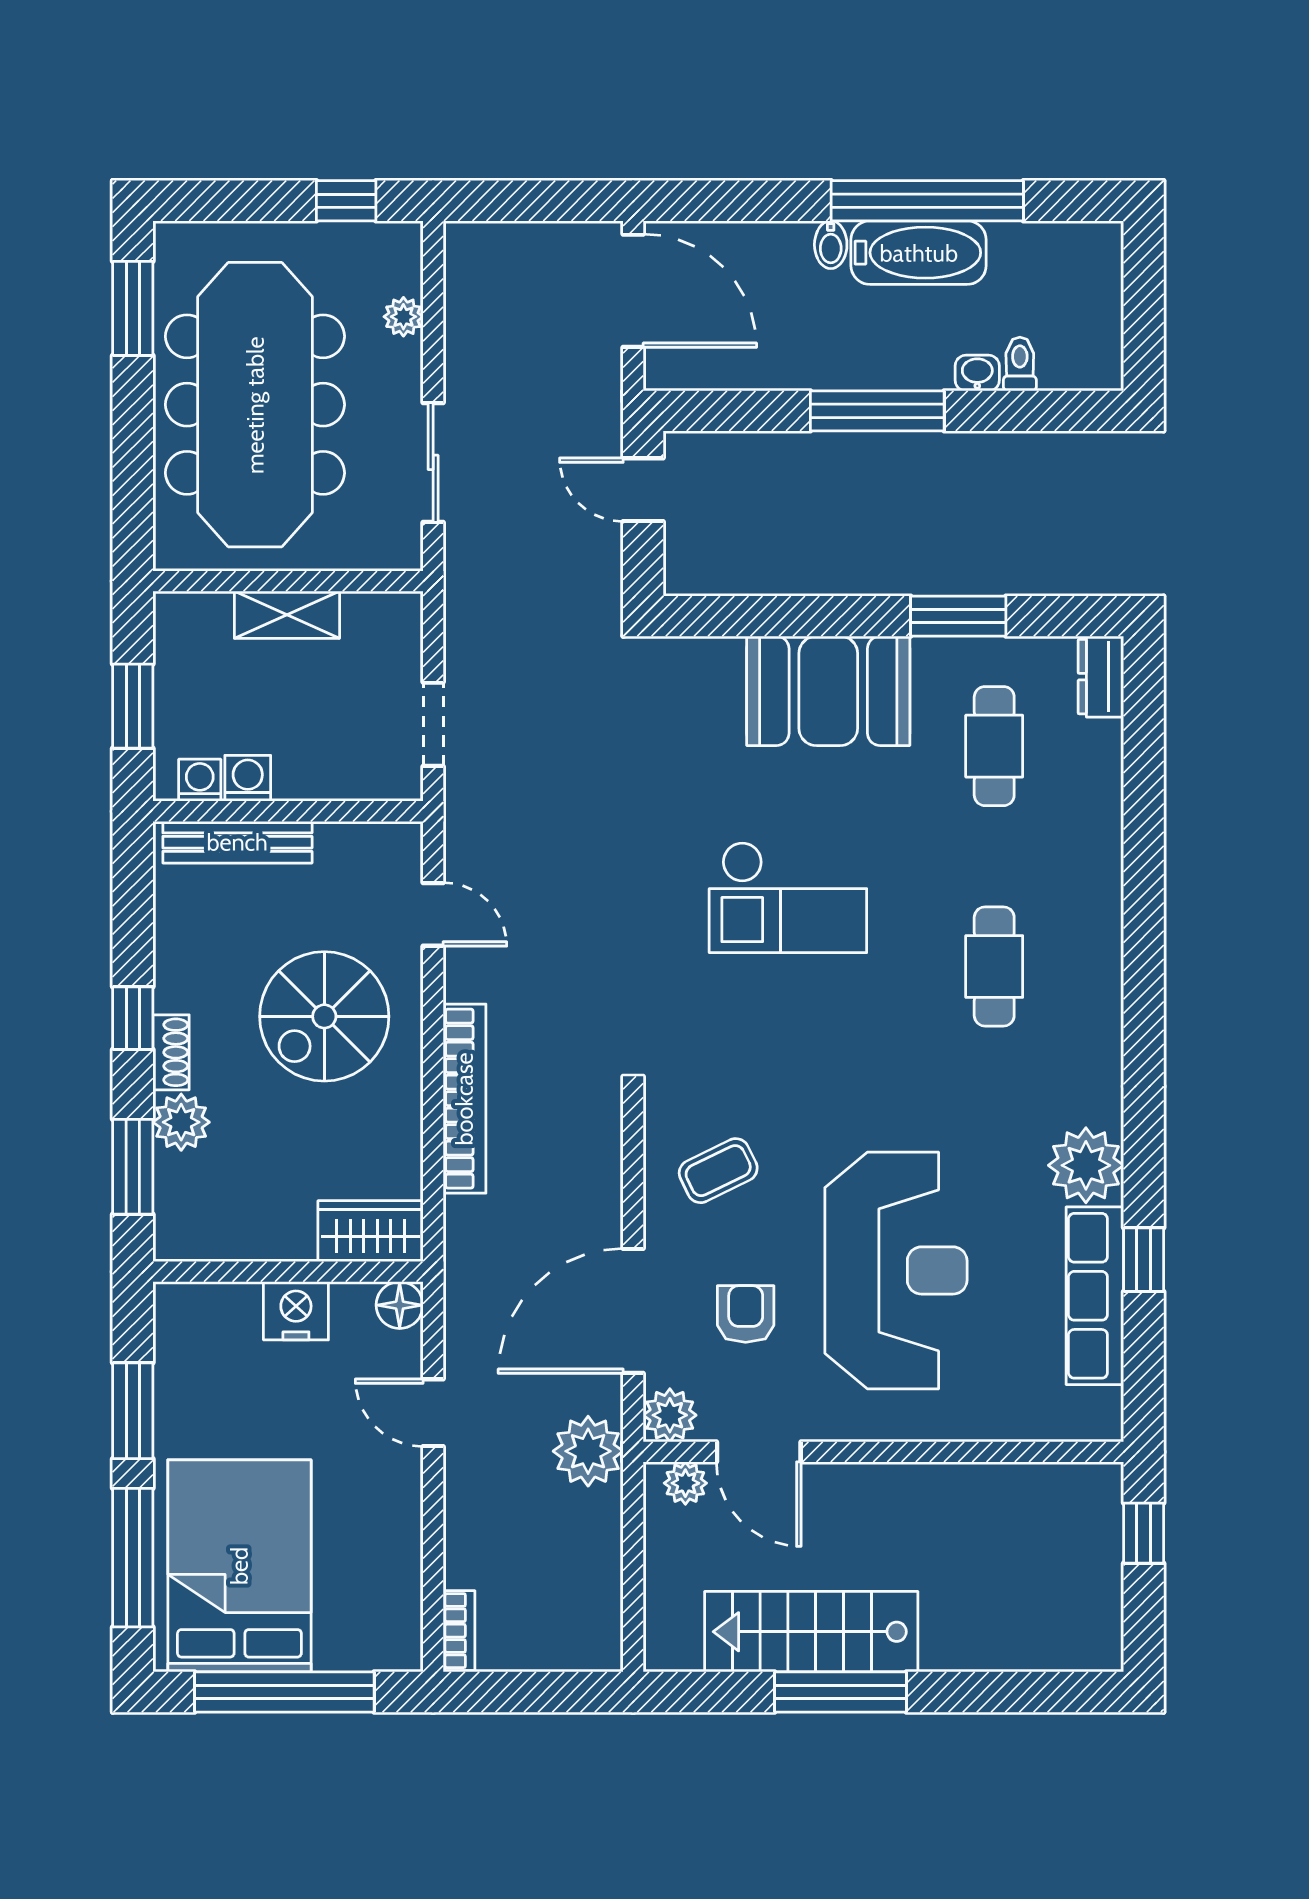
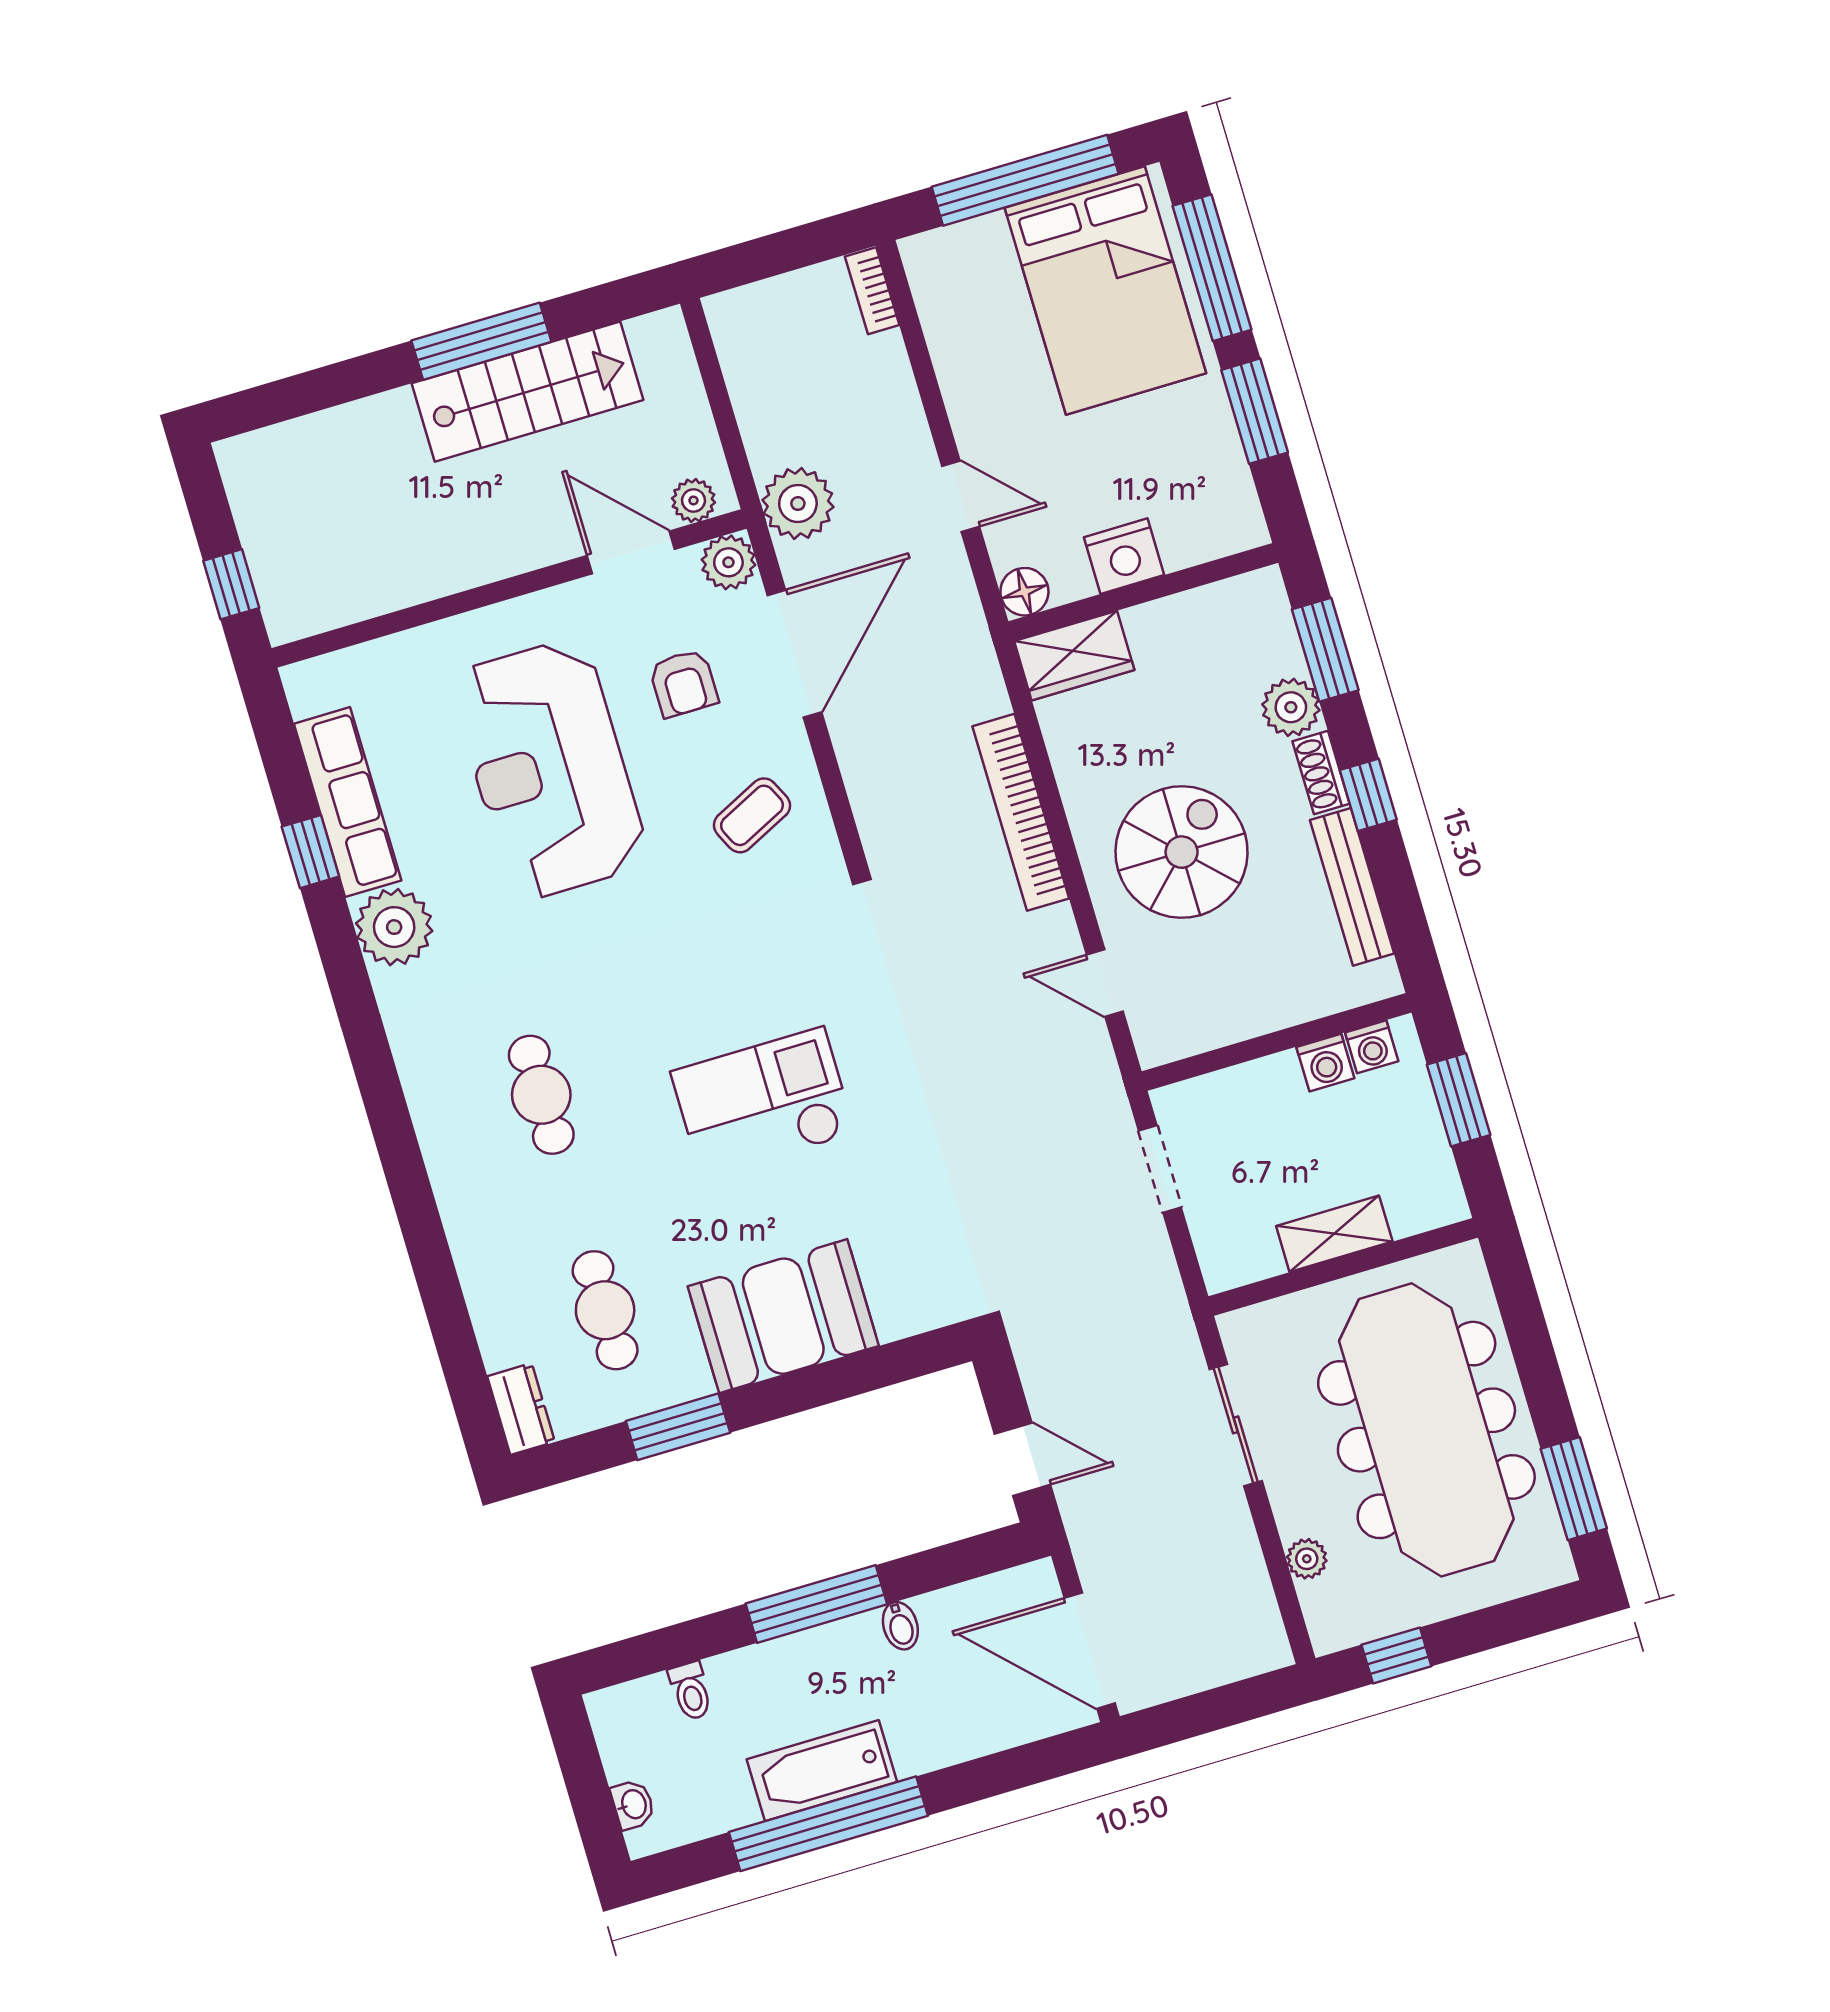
bidet: (831, 245) -> (900, 1626), moved, turned 180
washbasin: (977, 373) -> (633, 1804), moved, turned -90
bench: (237, 842) -> (1352, 887), moved, turned 90

